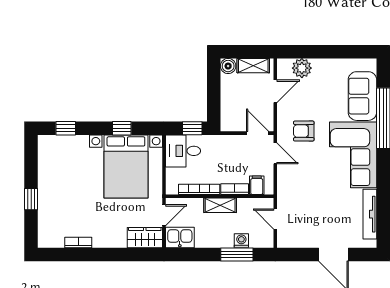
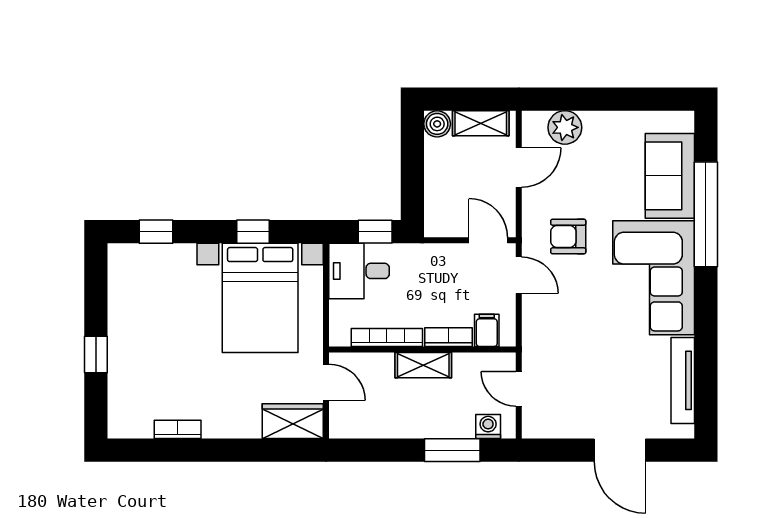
door: (164, 215) -> (326, 382), hinge flipped
kitchen sink: (180, 237) -> (354, 421), removed
washing machine: (241, 241) -> (488, 426), moved

